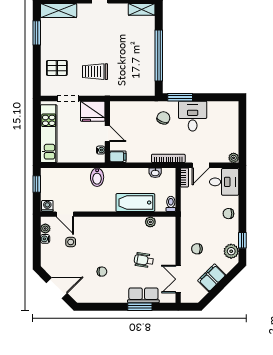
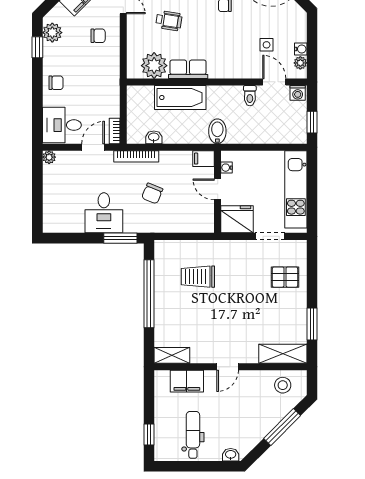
trolley: (95, 72) -> (198, 277), moved, turned 180
chair: (163, 118) -> (152, 193), moved
bidet: (97, 177) -> (217, 131), moved
toilet: (171, 204) -> (250, 96), moved
plant: (150, 222) -> (154, 66), width x1.87, depth x1.87
row of seats: (130, 224) -> (188, 69), added

